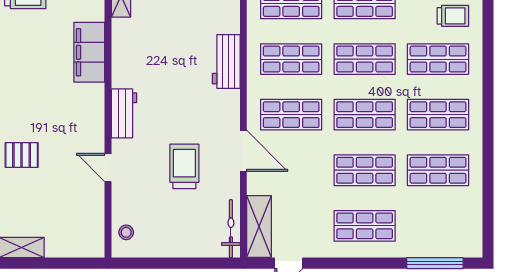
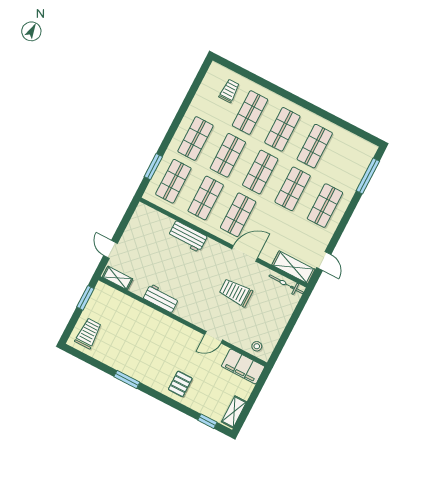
filing cabinet: (89, 52) -> (243, 366), moved
workbench: (124, 113) -> (161, 298), moved

